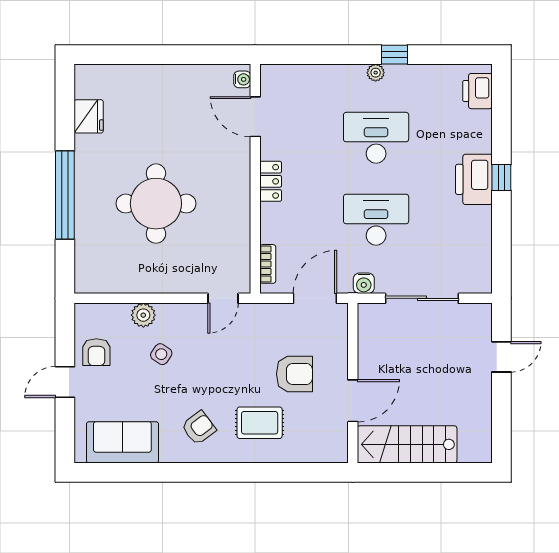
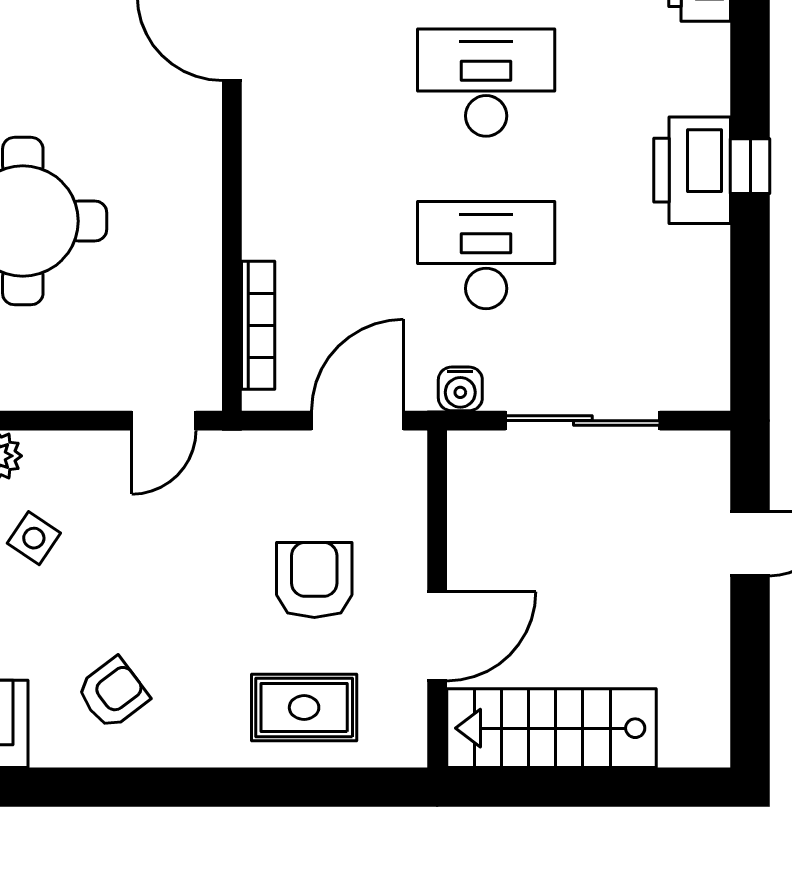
locker: (271, 181) -> (264, 174), removed
bookcase: (268, 264) -> (258, 325), width x1.56
armchair: (294, 374) -> (314, 580), turned -90
rug: (260, 423) -> (304, 708), moved

